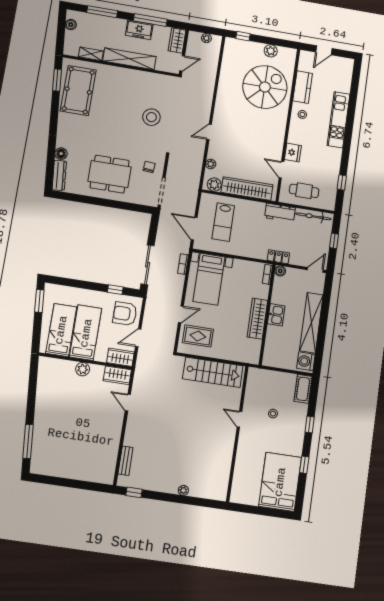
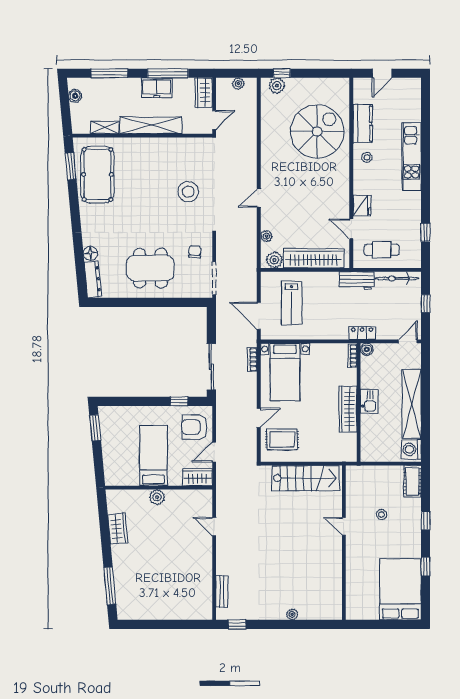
plant: (271, 51) -> (277, 86), moved
bed: (61, 330) -> (126, 457), removed
wardrobe: (117, 375) -> (118, 529), moved, turned -95

